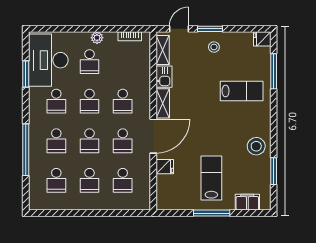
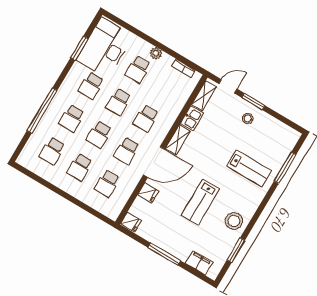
fridge: (262, 39) -> (131, 222), moved, turned 180
lab bench: (211, 178) -> (200, 202), moved, turned 180

